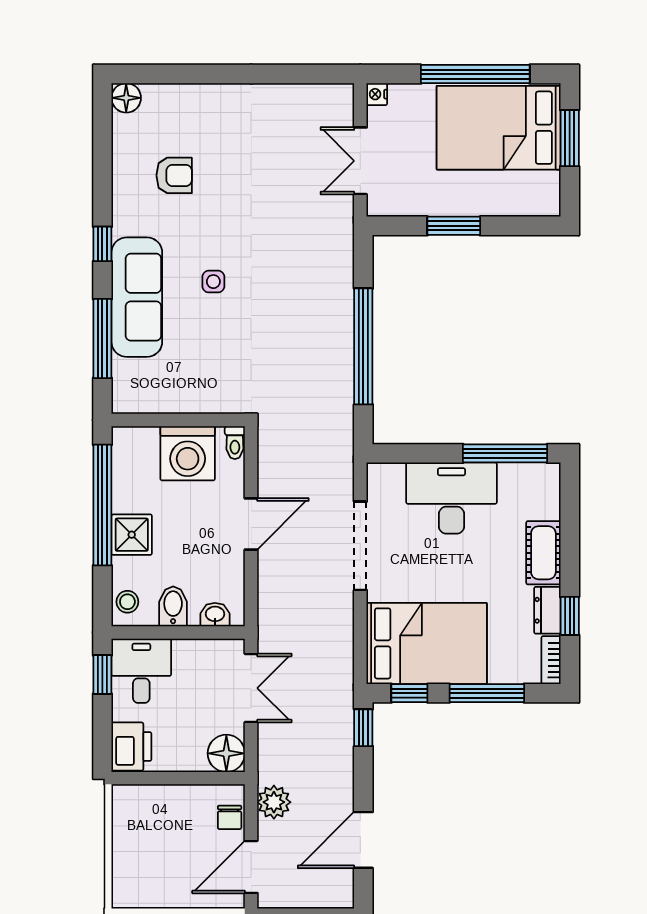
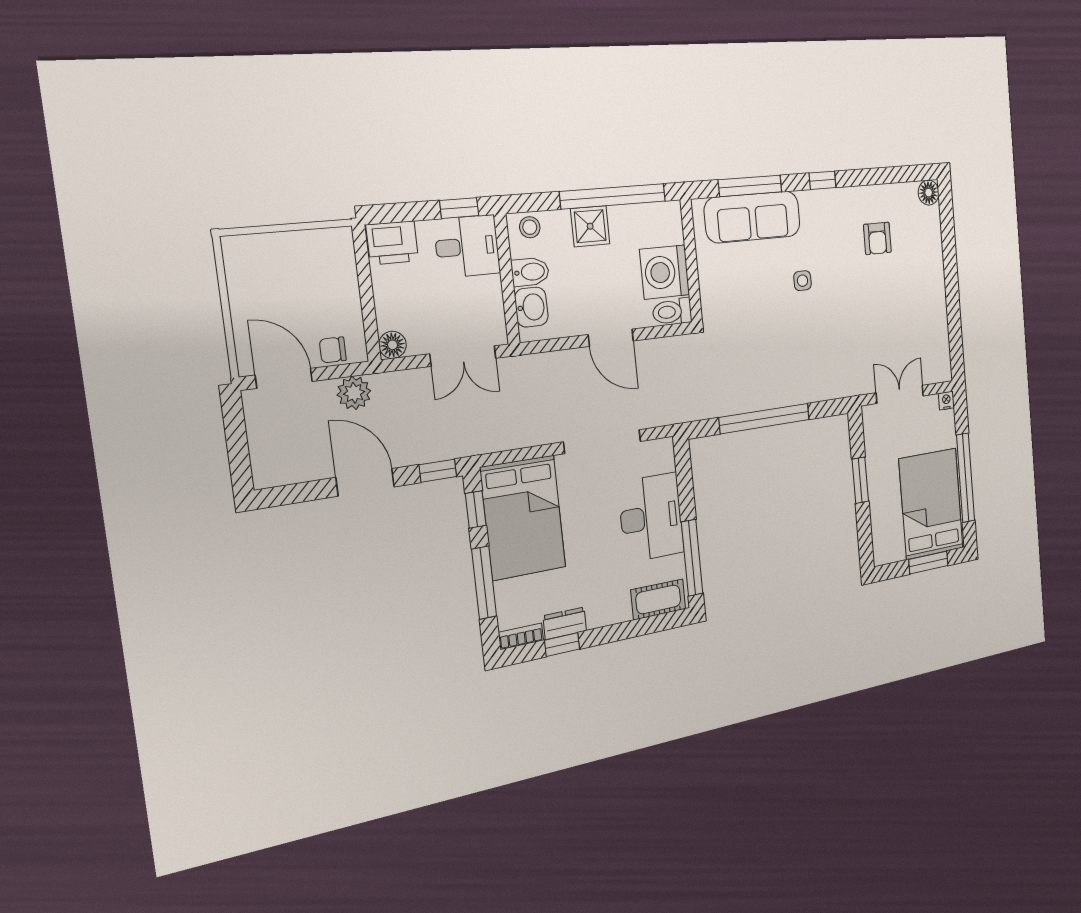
sofa: (137, 297) -> (753, 217), moved
toilet: (235, 443) -> (672, 312), width x1.37, depth x1.39
cot: (543, 553) -> (658, 599), moved
washbasin: (215, 615) -> (531, 307), width x1.38, depth x1.45
floor lamp: (226, 753) -> (393, 345), width x0.73, depth x0.73
door: (363, 840) -> (365, 482), moved

